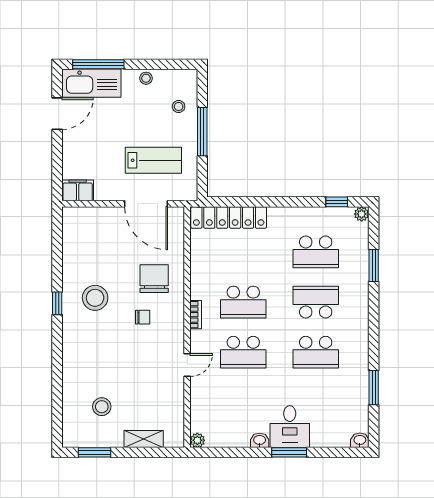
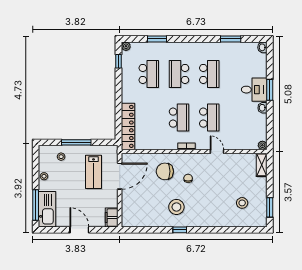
door: (57, 114) -> (79, 230), moved
lab bench: (153, 160) -> (94, 172), turned 180
shelving: (144, 439) -> (262, 165), moved

